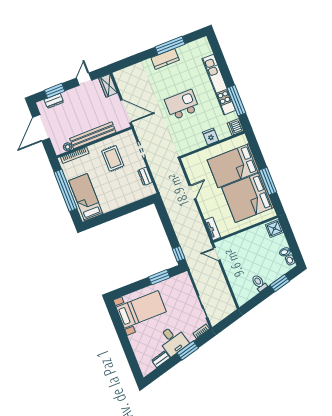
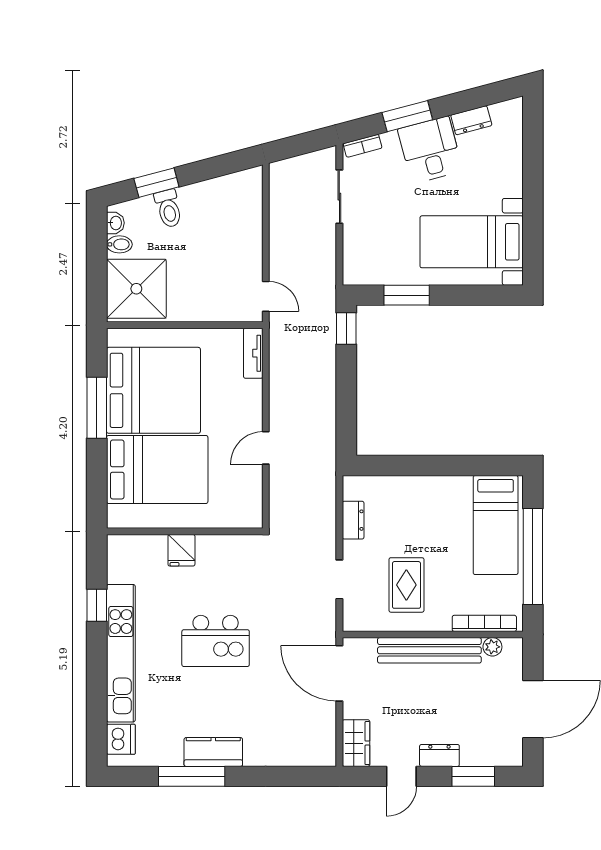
window: (236, 100) -> (97, 605), width x0.46
dresser: (54, 101) -> (439, 755), moved
dishwasher: (235, 127) -> (121, 739), moved
shower: (274, 229) -> (136, 289), width x1.86, depth x1.86
toilet: (259, 283) -> (168, 209), moved

